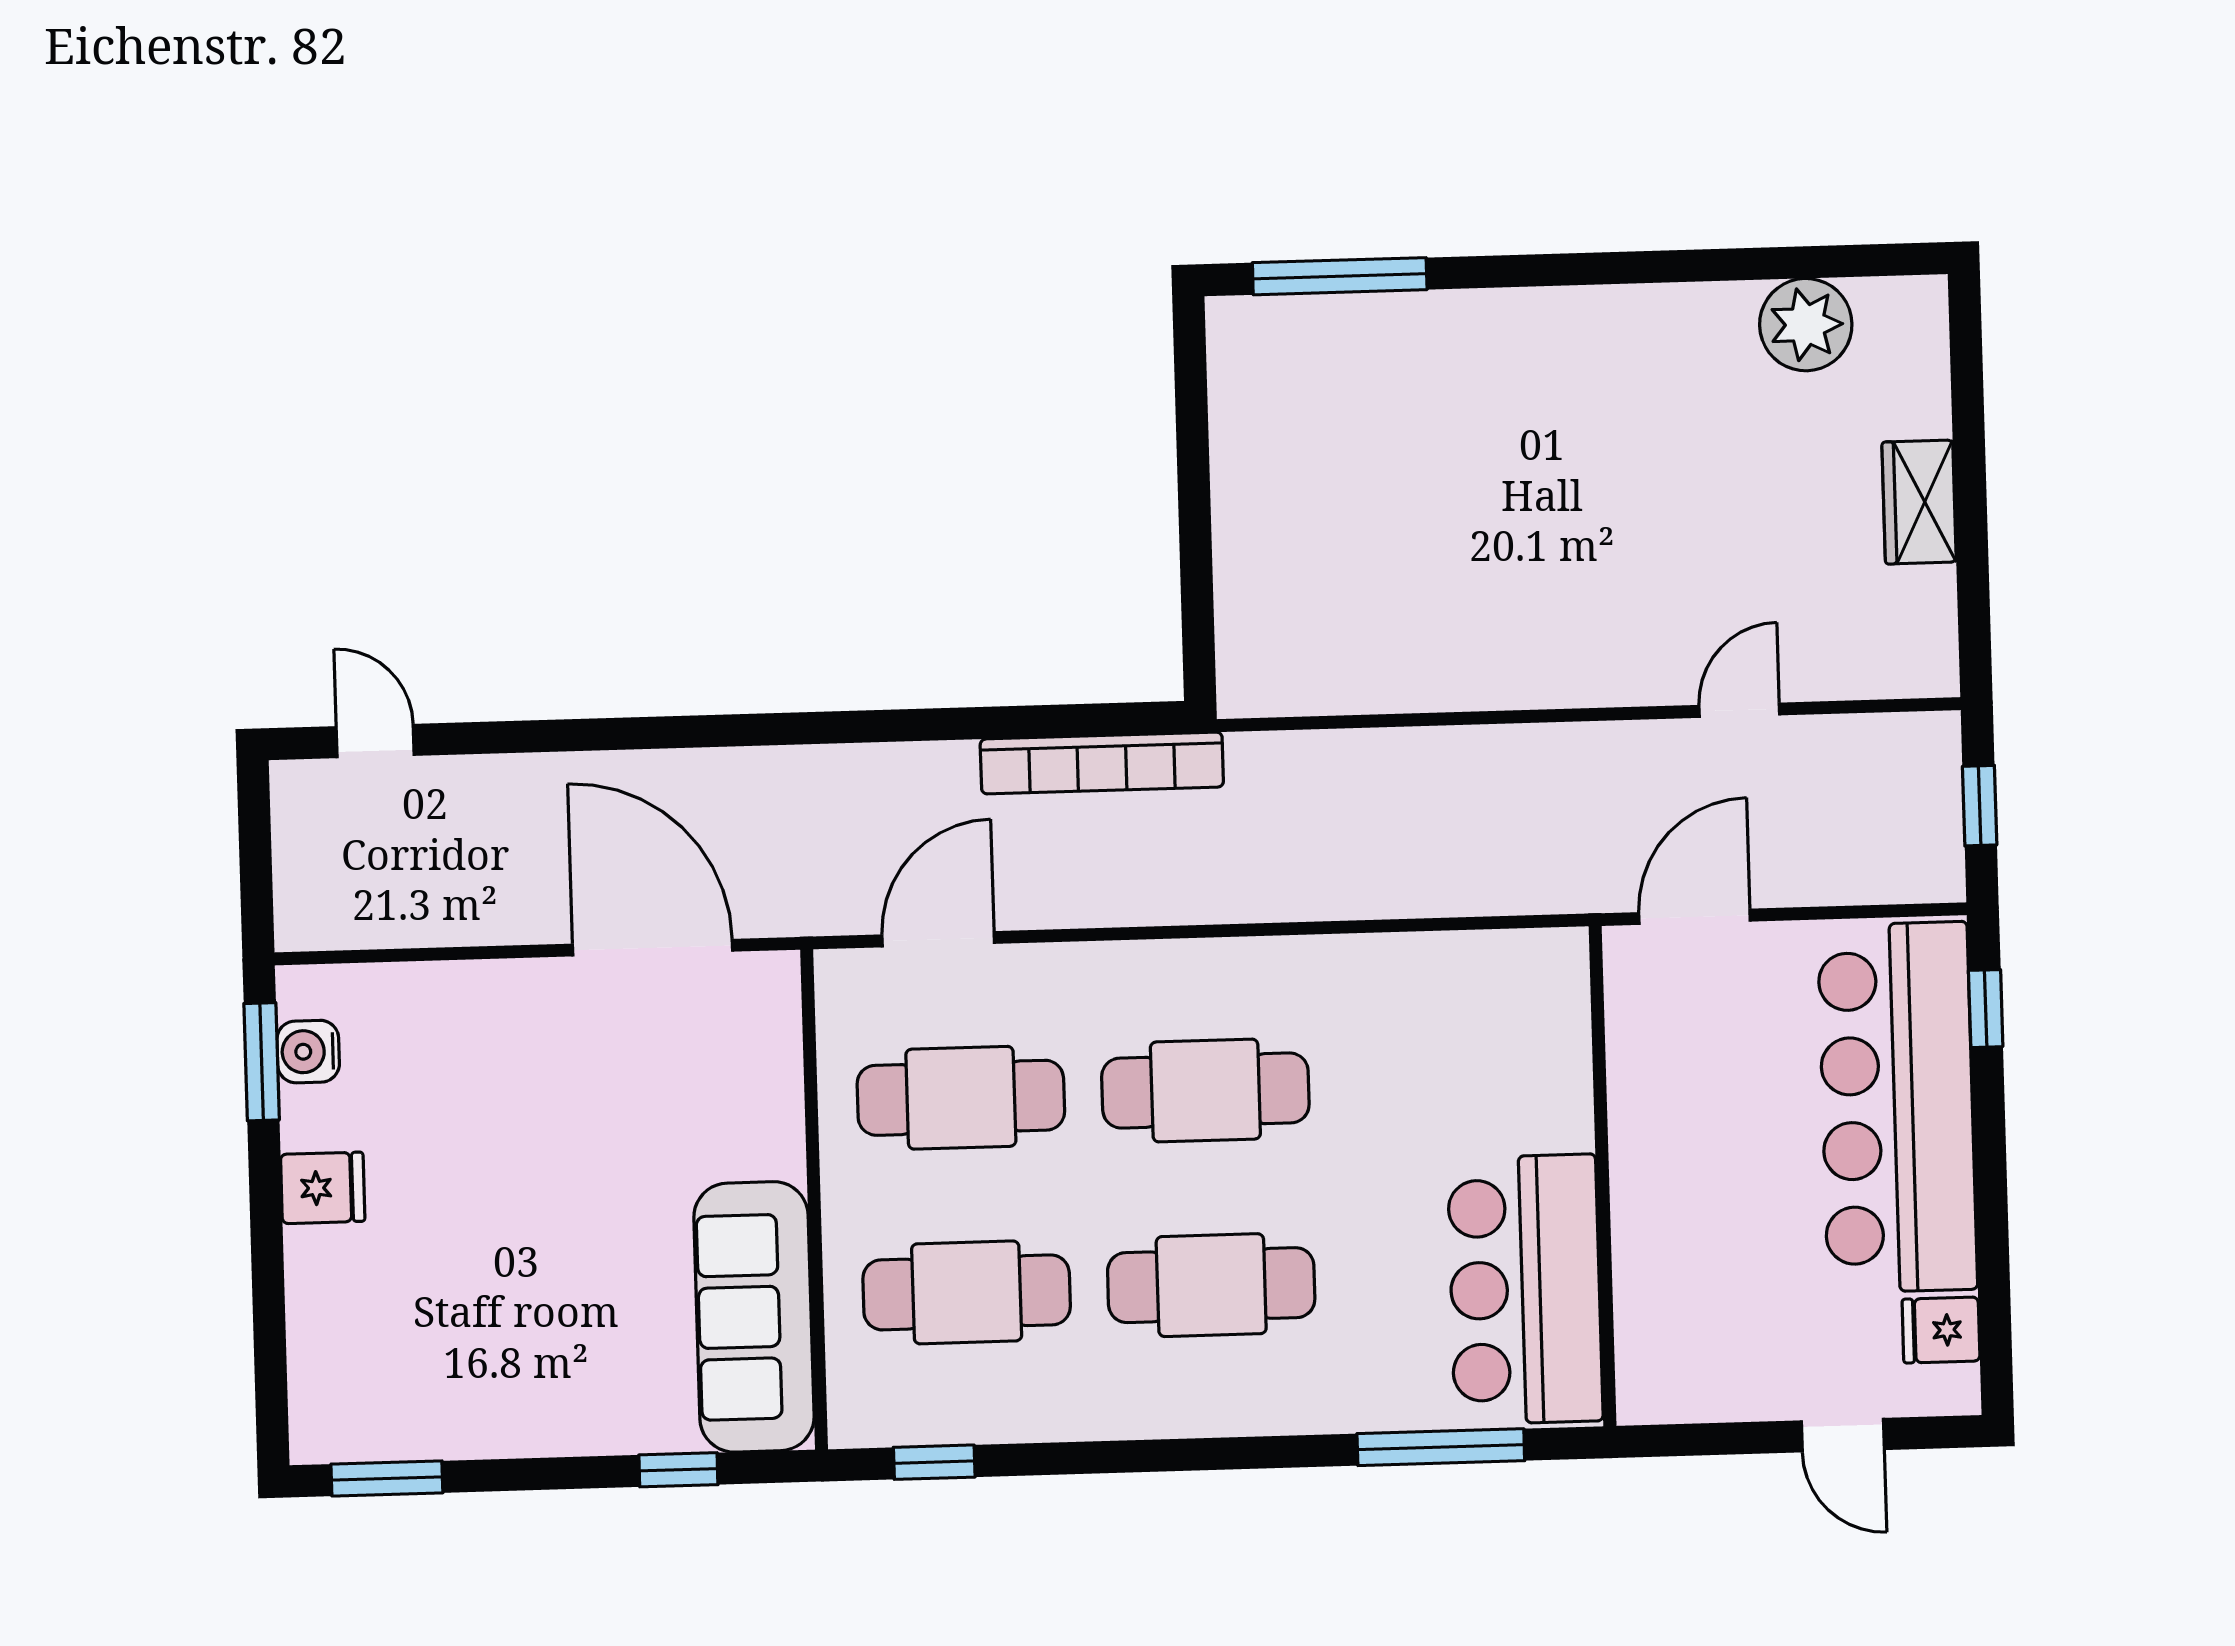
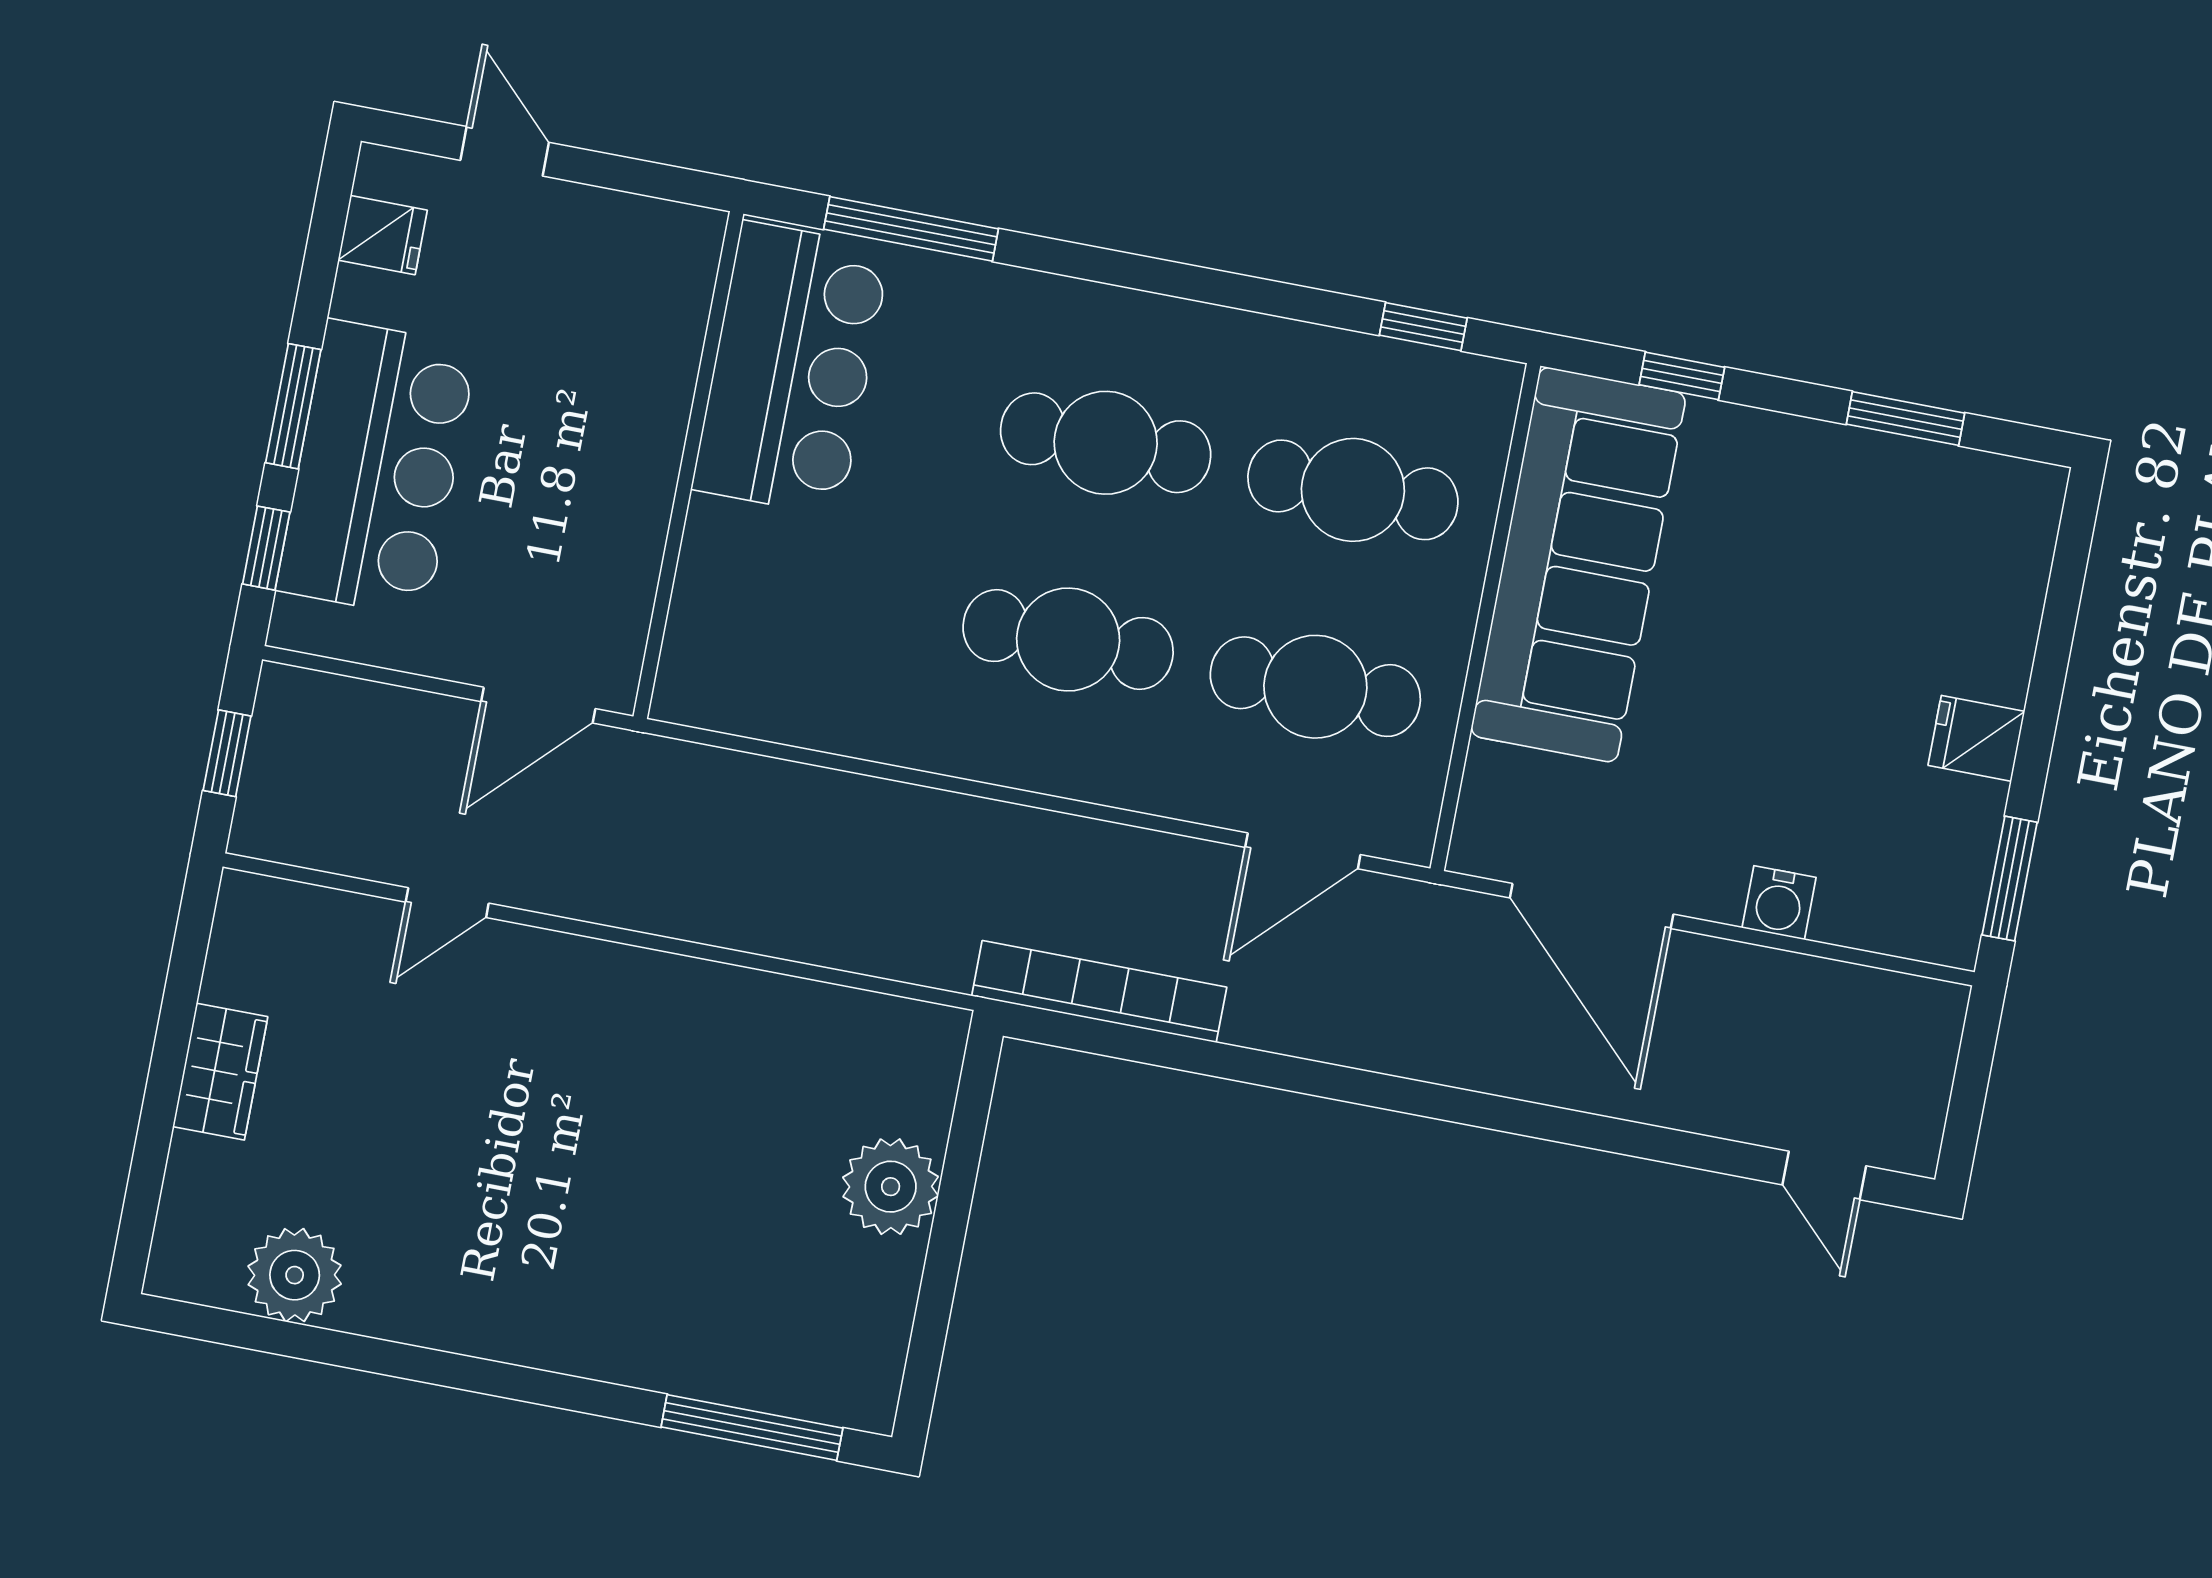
plant: (1259, 534) -> (891, 1187), added
water cooler: (308, 1052) -> (1779, 903), moved, turned 90
bar counter: (1898, 1107) -> (377, 468), width x0.73
window: (1990, 1149) -> (293, 406), added
sofa: (754, 1317) -> (1578, 565), width x1.36, depth x1.27
window: (387, 1478) -> (1905, 419), moved

